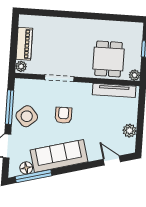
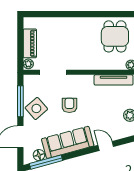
dining table: (108, 59) -> (115, 36), moved
doorway: (59, 78) -> (53, 72), moved
door: (112, 161) -> (106, 146), moved

